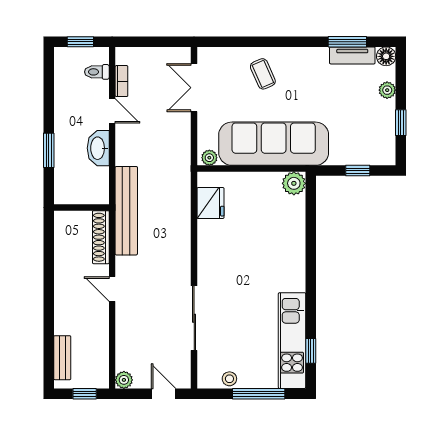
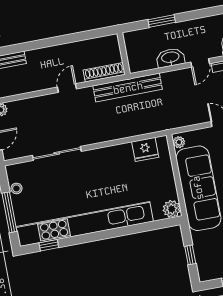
kitchen unit: (292, 341) -> (85, 224), width x1.86

